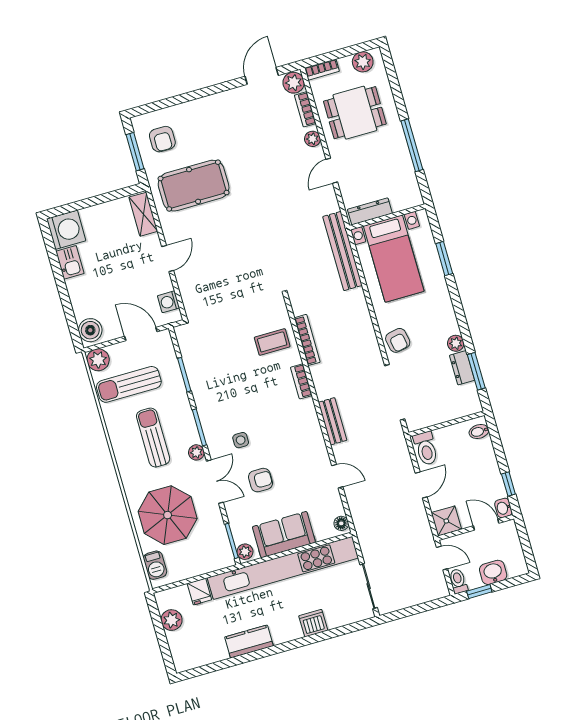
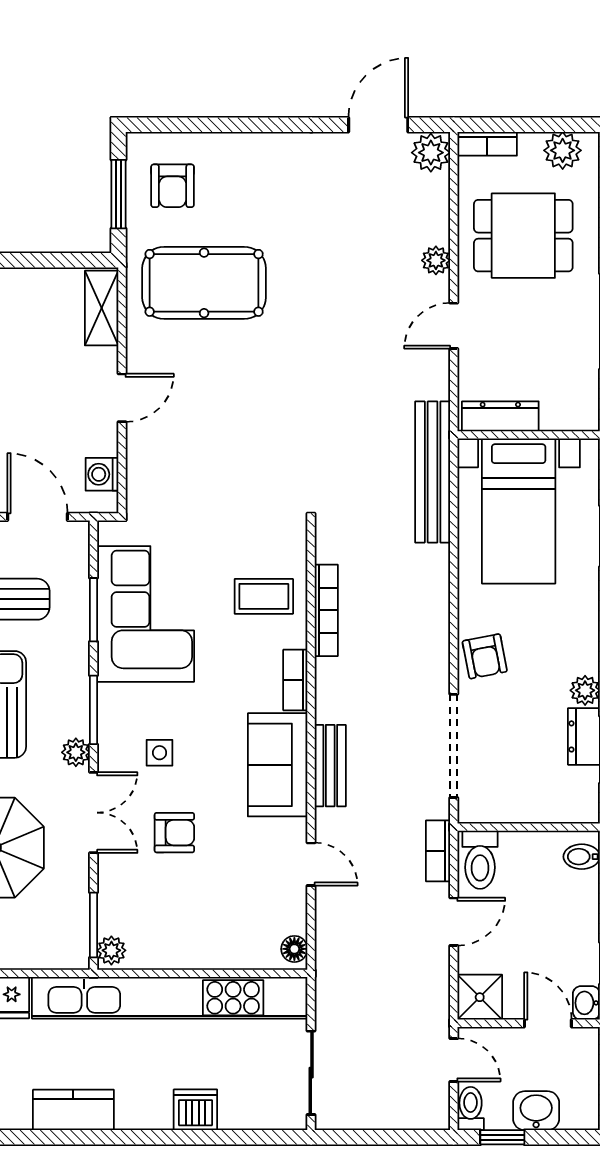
bookcase: (305, 109) -> (438, 851), moved
corner sofa: (212, 369) -> (146, 614), added
sofa: (284, 535) -> (278, 765), moved, turned -90

